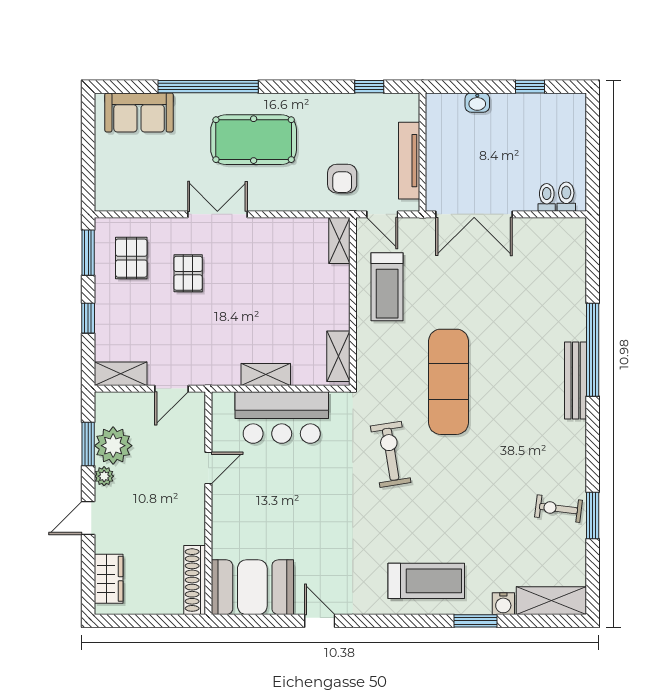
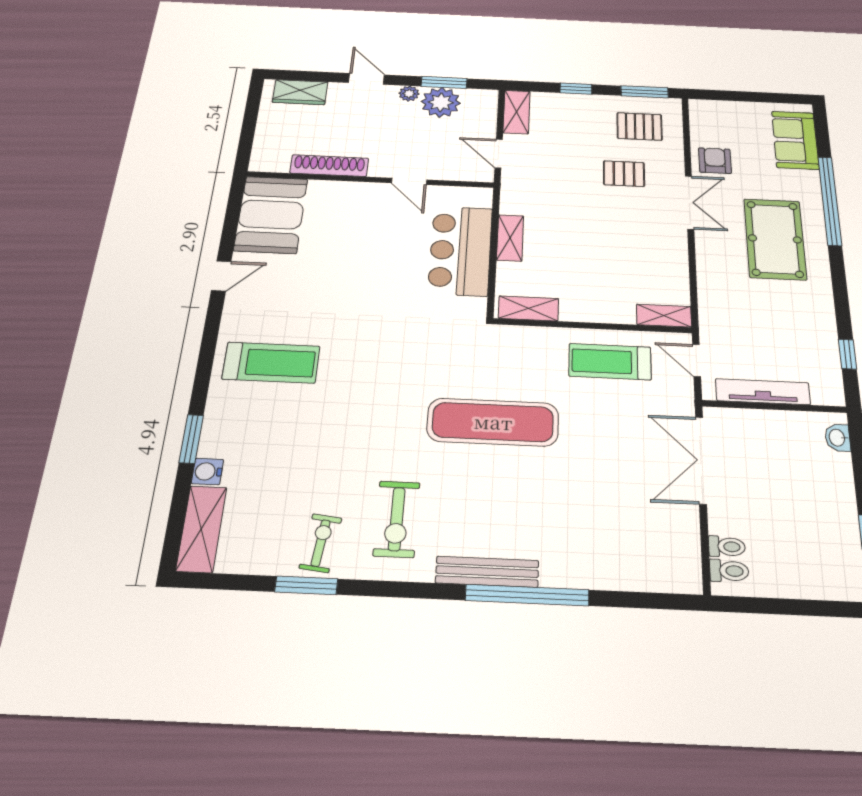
washbasin: (477, 103) -> (838, 438), moved
armchair: (342, 179) -> (715, 161), moved, turned 90
door: (382, 214) -> (697, 361), hinge flipped
exercise bike: (391, 454) -> (397, 519), moved, turned 99
shoe rack: (195, 580) -> (329, 166), moved
treadmill: (426, 581) -> (271, 363), moved, turned -90

